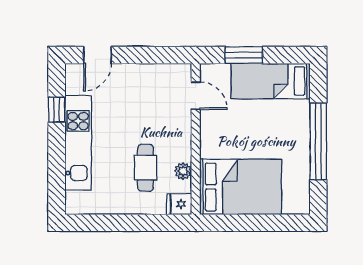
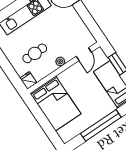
plant: (183, 171) -> (60, 61), moved

